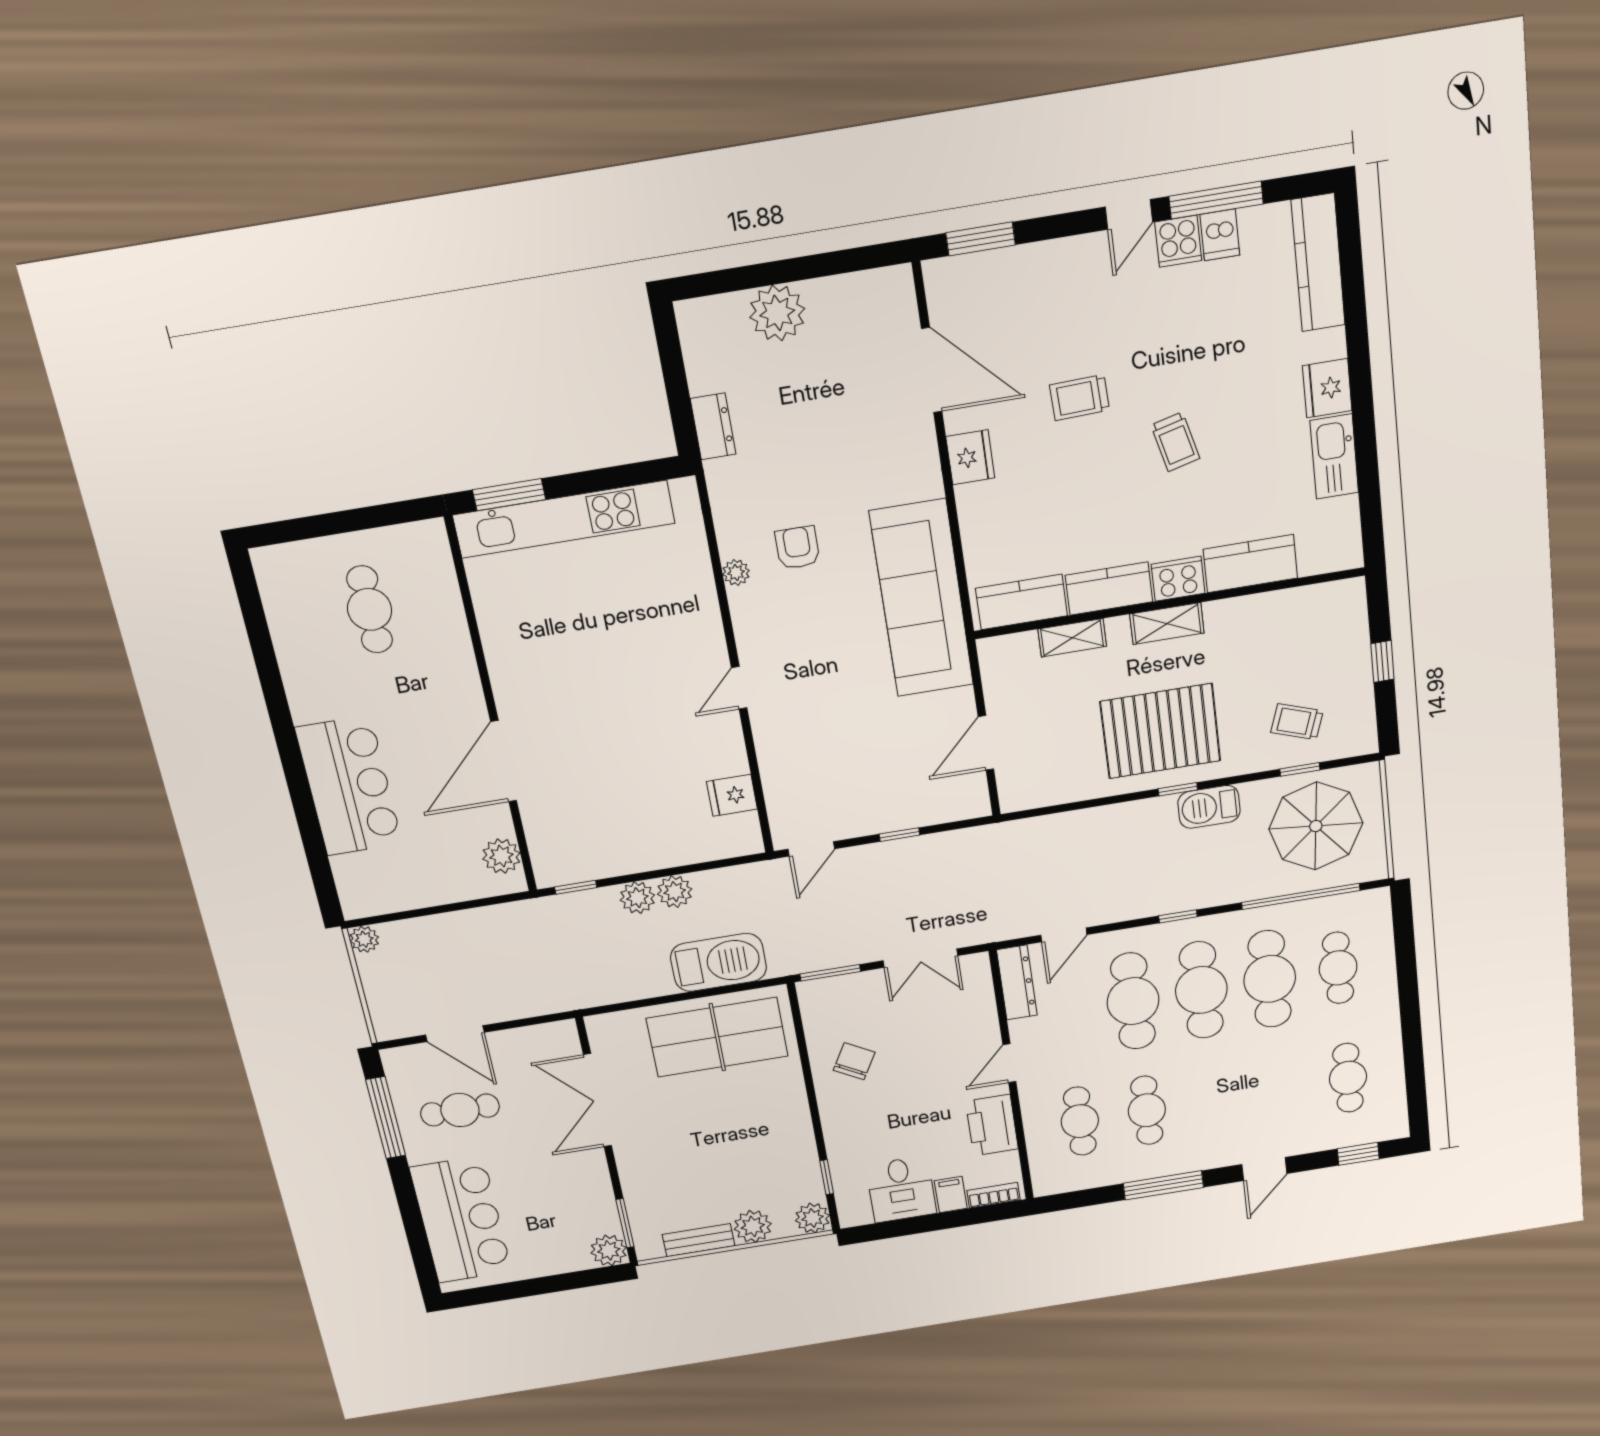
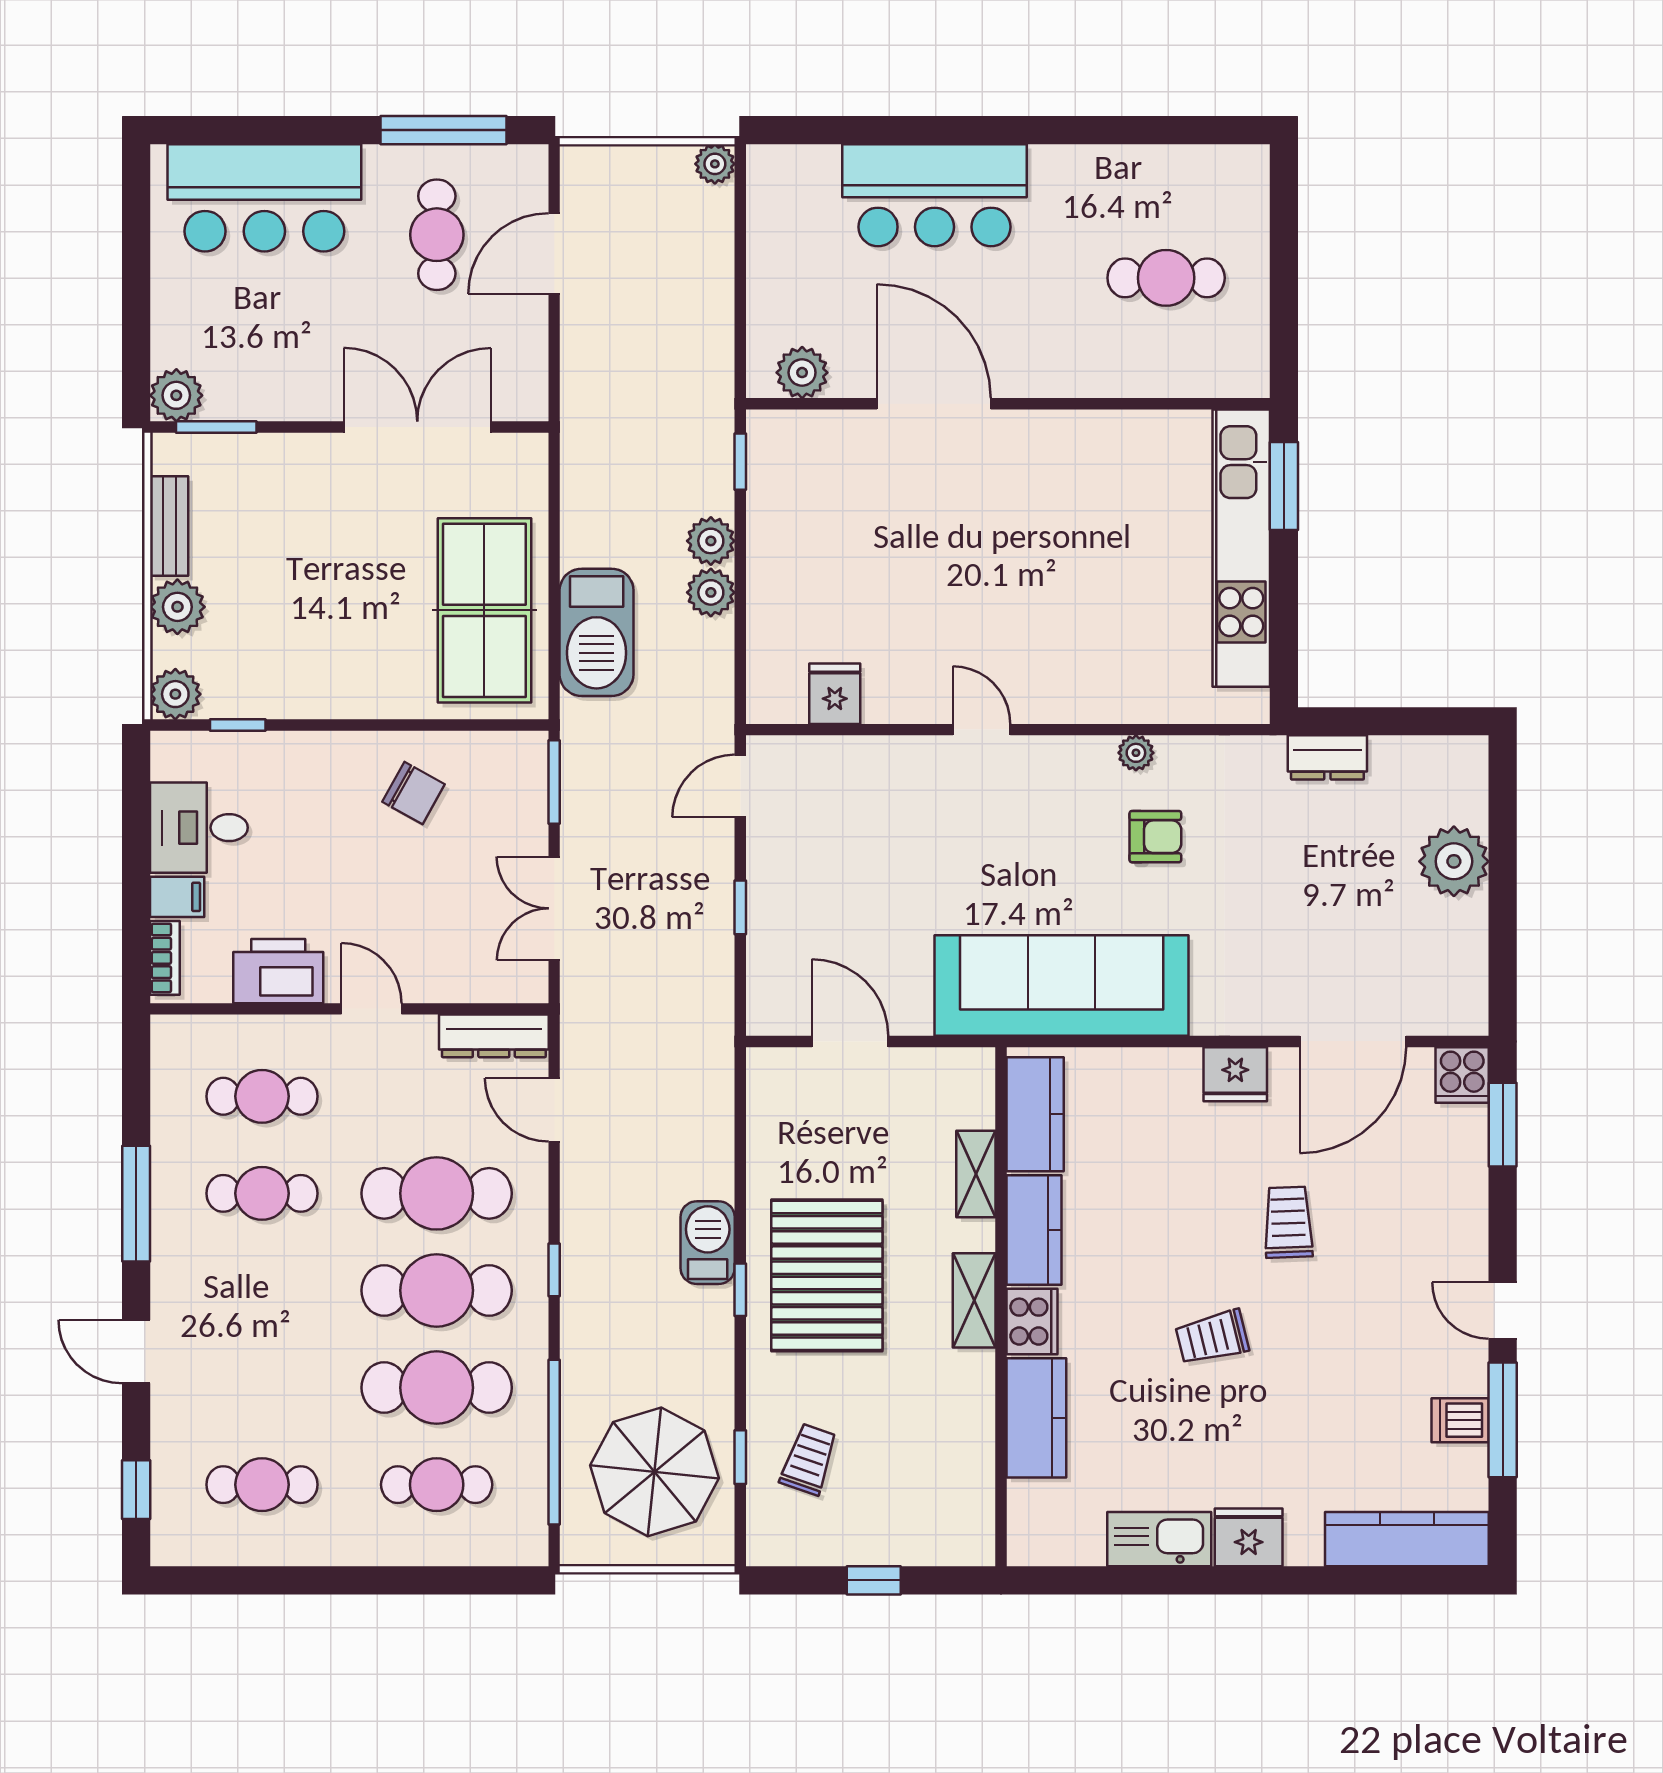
cooker: (1178, 241) -> (1462, 1075), moved, turned -90
barbecue: (1209, 807) -> (708, 1243), moved
door: (811, 849) -> (740, 786), hinge flipped

